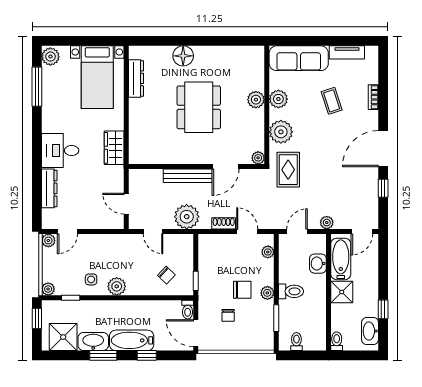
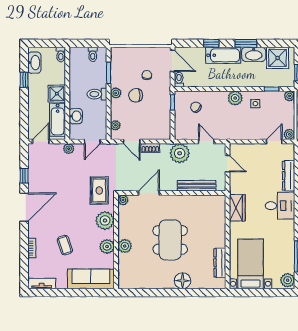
tv unit: (347, 52) -> (42, 283), moved
bench: (188, 176) -> (197, 186), moved

